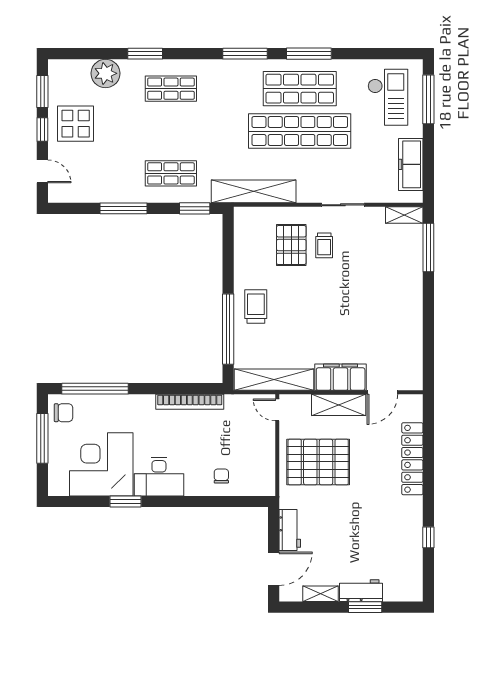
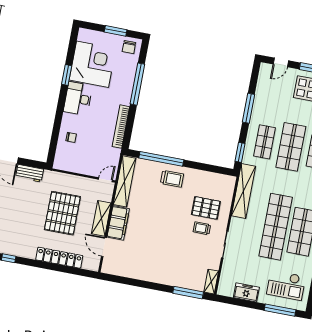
shop shelf: (171, 131) -> (291, 147), added
freezer: (411, 164) -> (246, 292), width x0.71
window: (95, 389) -> (137, 84), moved
window: (42, 438) -> (116, 31), width x0.69
pallet: (318, 462) -> (62, 213), moved

